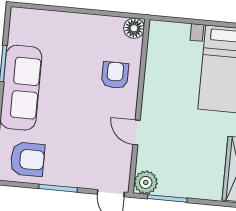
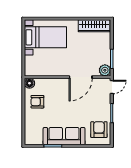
armchair: (115, 75) -> (37, 102), moved
door: (137, 132) -> (81, 77), width x1.87

